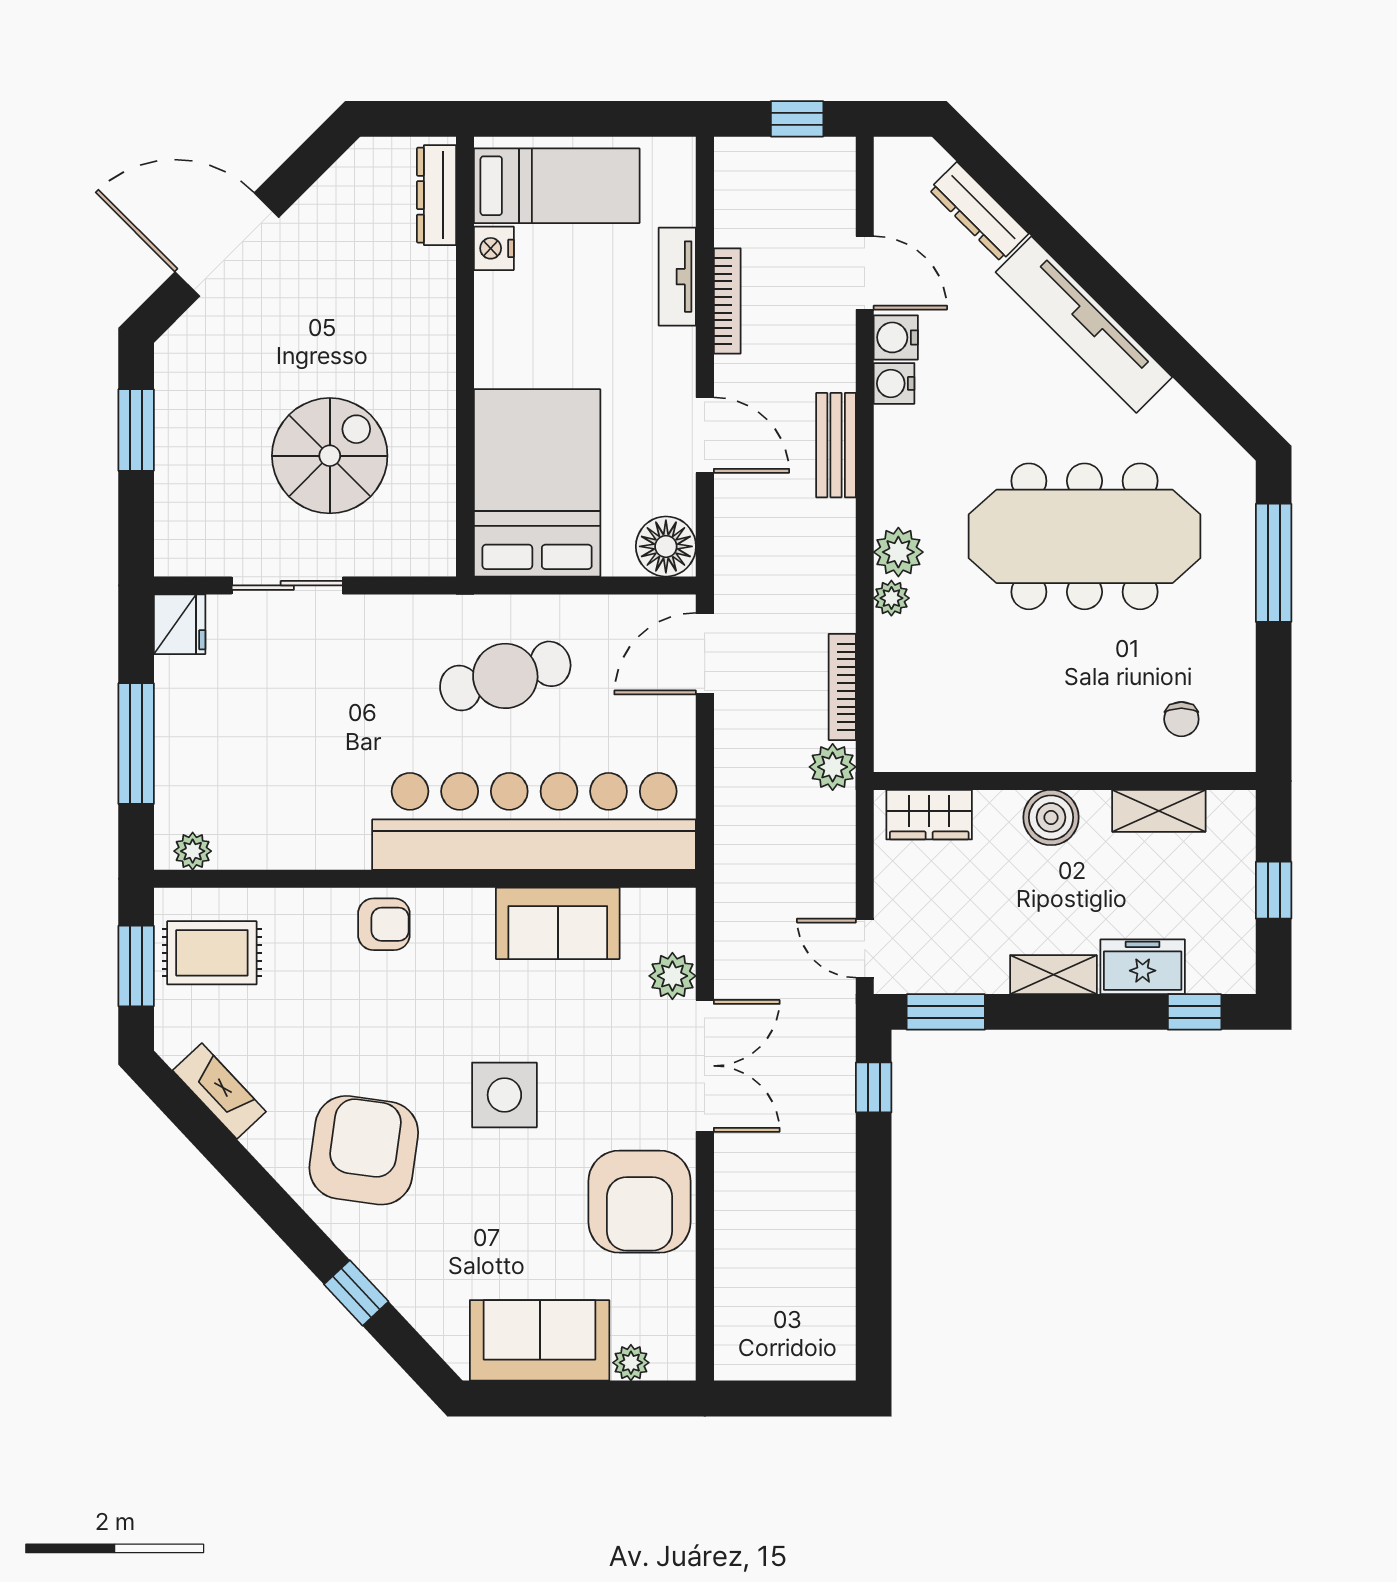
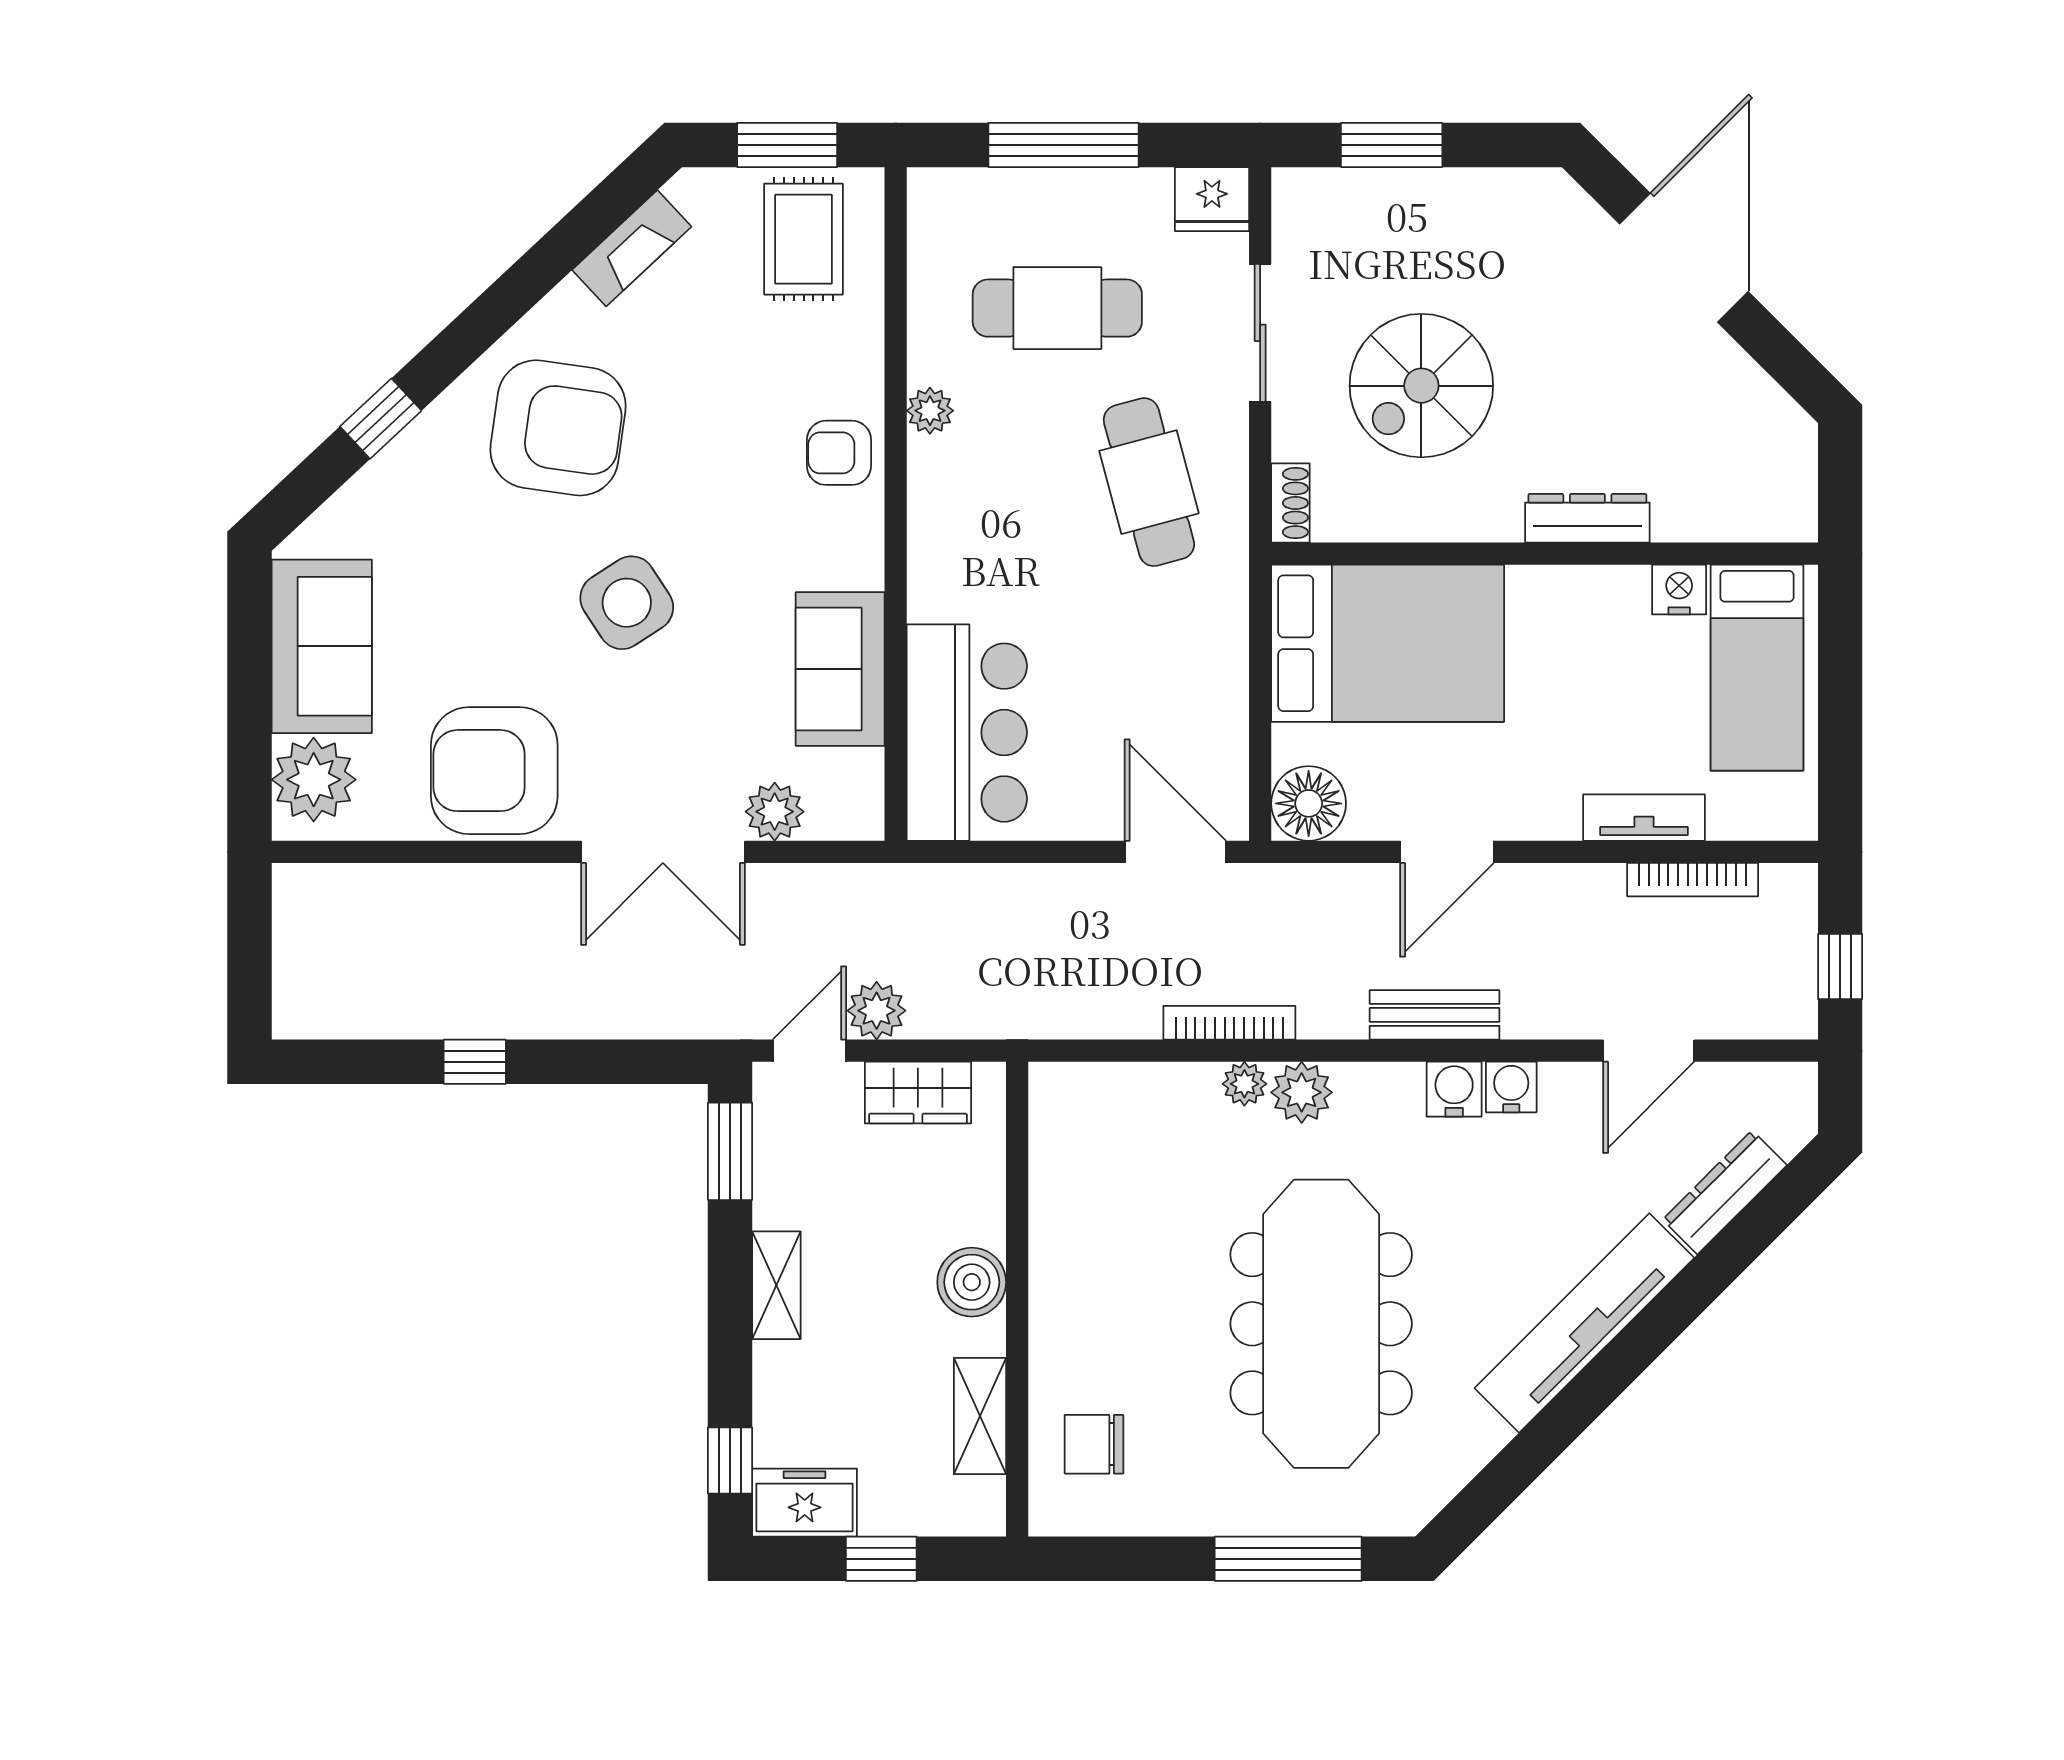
dresser: (436, 195) -> (1587, 518), moved
bookcase: (727, 301) -> (1693, 880), moved
water cooler: (896, 337) -> (1454, 1089), moved
window: (136, 430) -> (1392, 145), moved
spiral stairs: (330, 456) -> (1421, 386), turned 90
shoe rack: (424, 561) -> (1290, 503), added
cafe table: (505, 676) -> (1149, 482), moved
bookcase: (842, 687) -> (1229, 1023), moved
chair: (1181, 719) -> (1094, 1444), width x1.37, depth x1.37
cafe table: (267, 749) -> (1057, 308), added
plant: (833, 767) -> (877, 1011), moved
wardrobe: (929, 815) -> (918, 1093), moved, turned -90
bar counter: (534, 821) -> (967, 733), width x0.54
plant: (193, 851) -> (930, 411), moved
armchair: (384, 924) -> (839, 453), turned 90
freezer: (1143, 967) -> (805, 1503), moved, turned -90
window: (874, 1087) -> (475, 1062), moved
side table: (504, 1095) -> (627, 603), turned -33
plant: (631, 1363) -> (314, 780), width x1.87, depth x1.87

